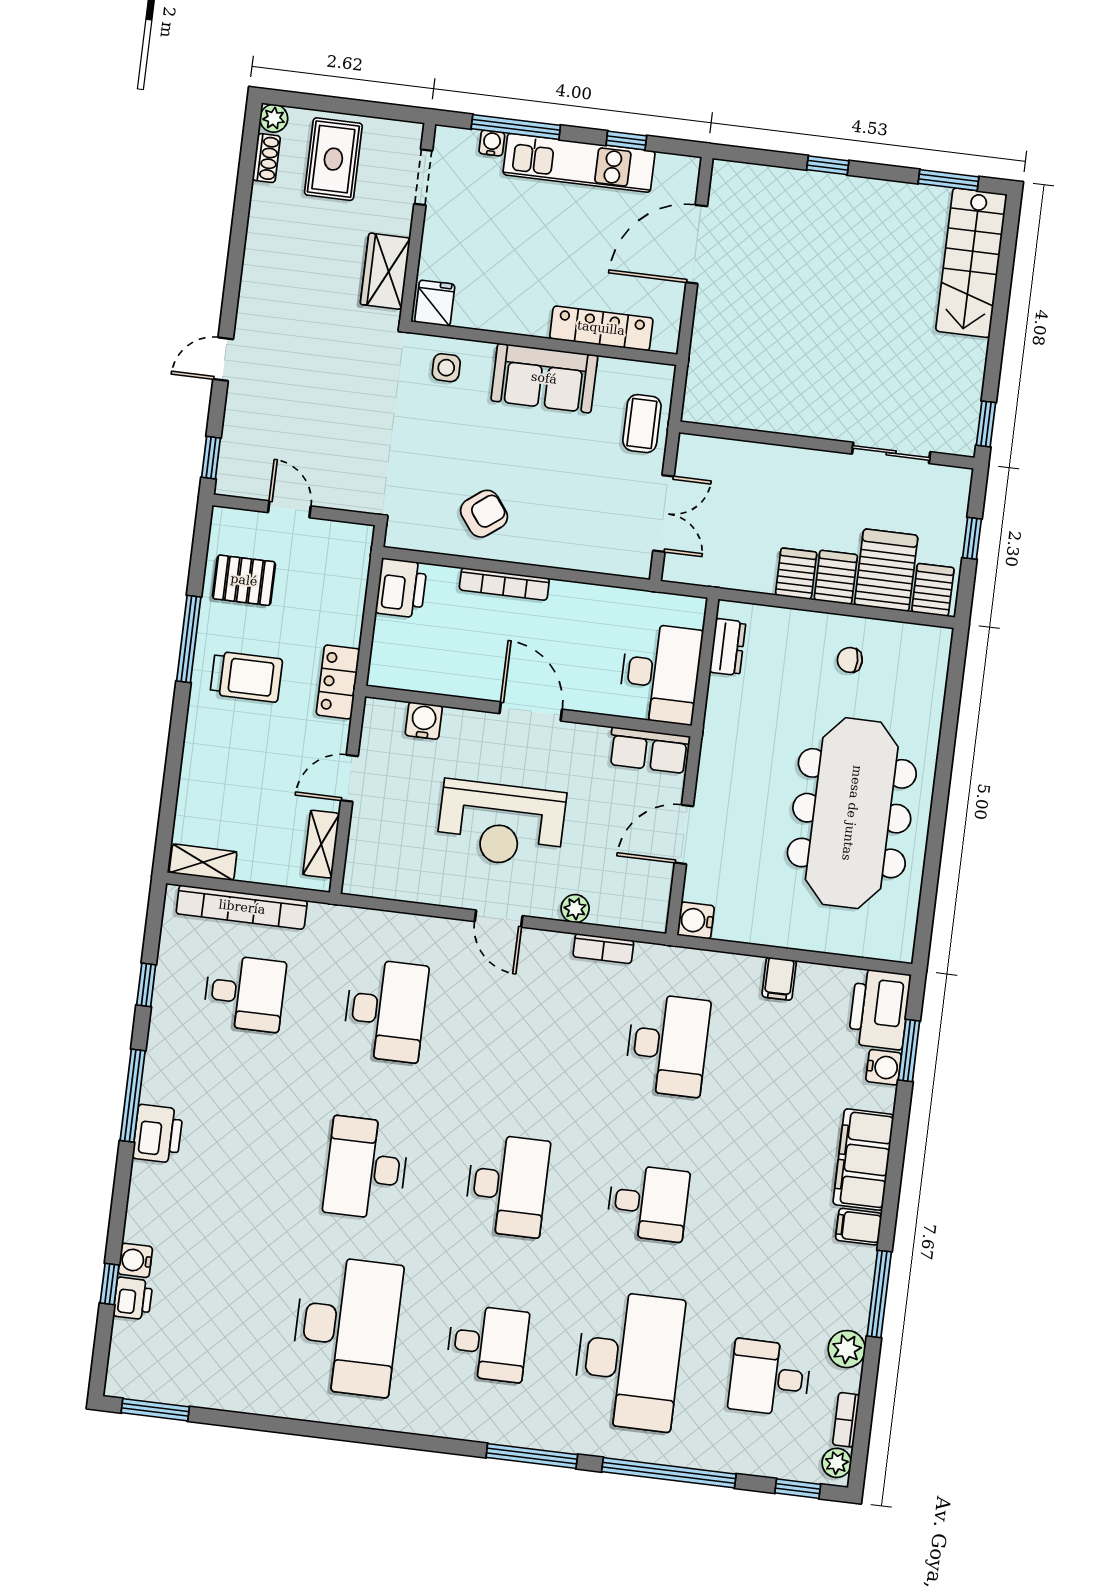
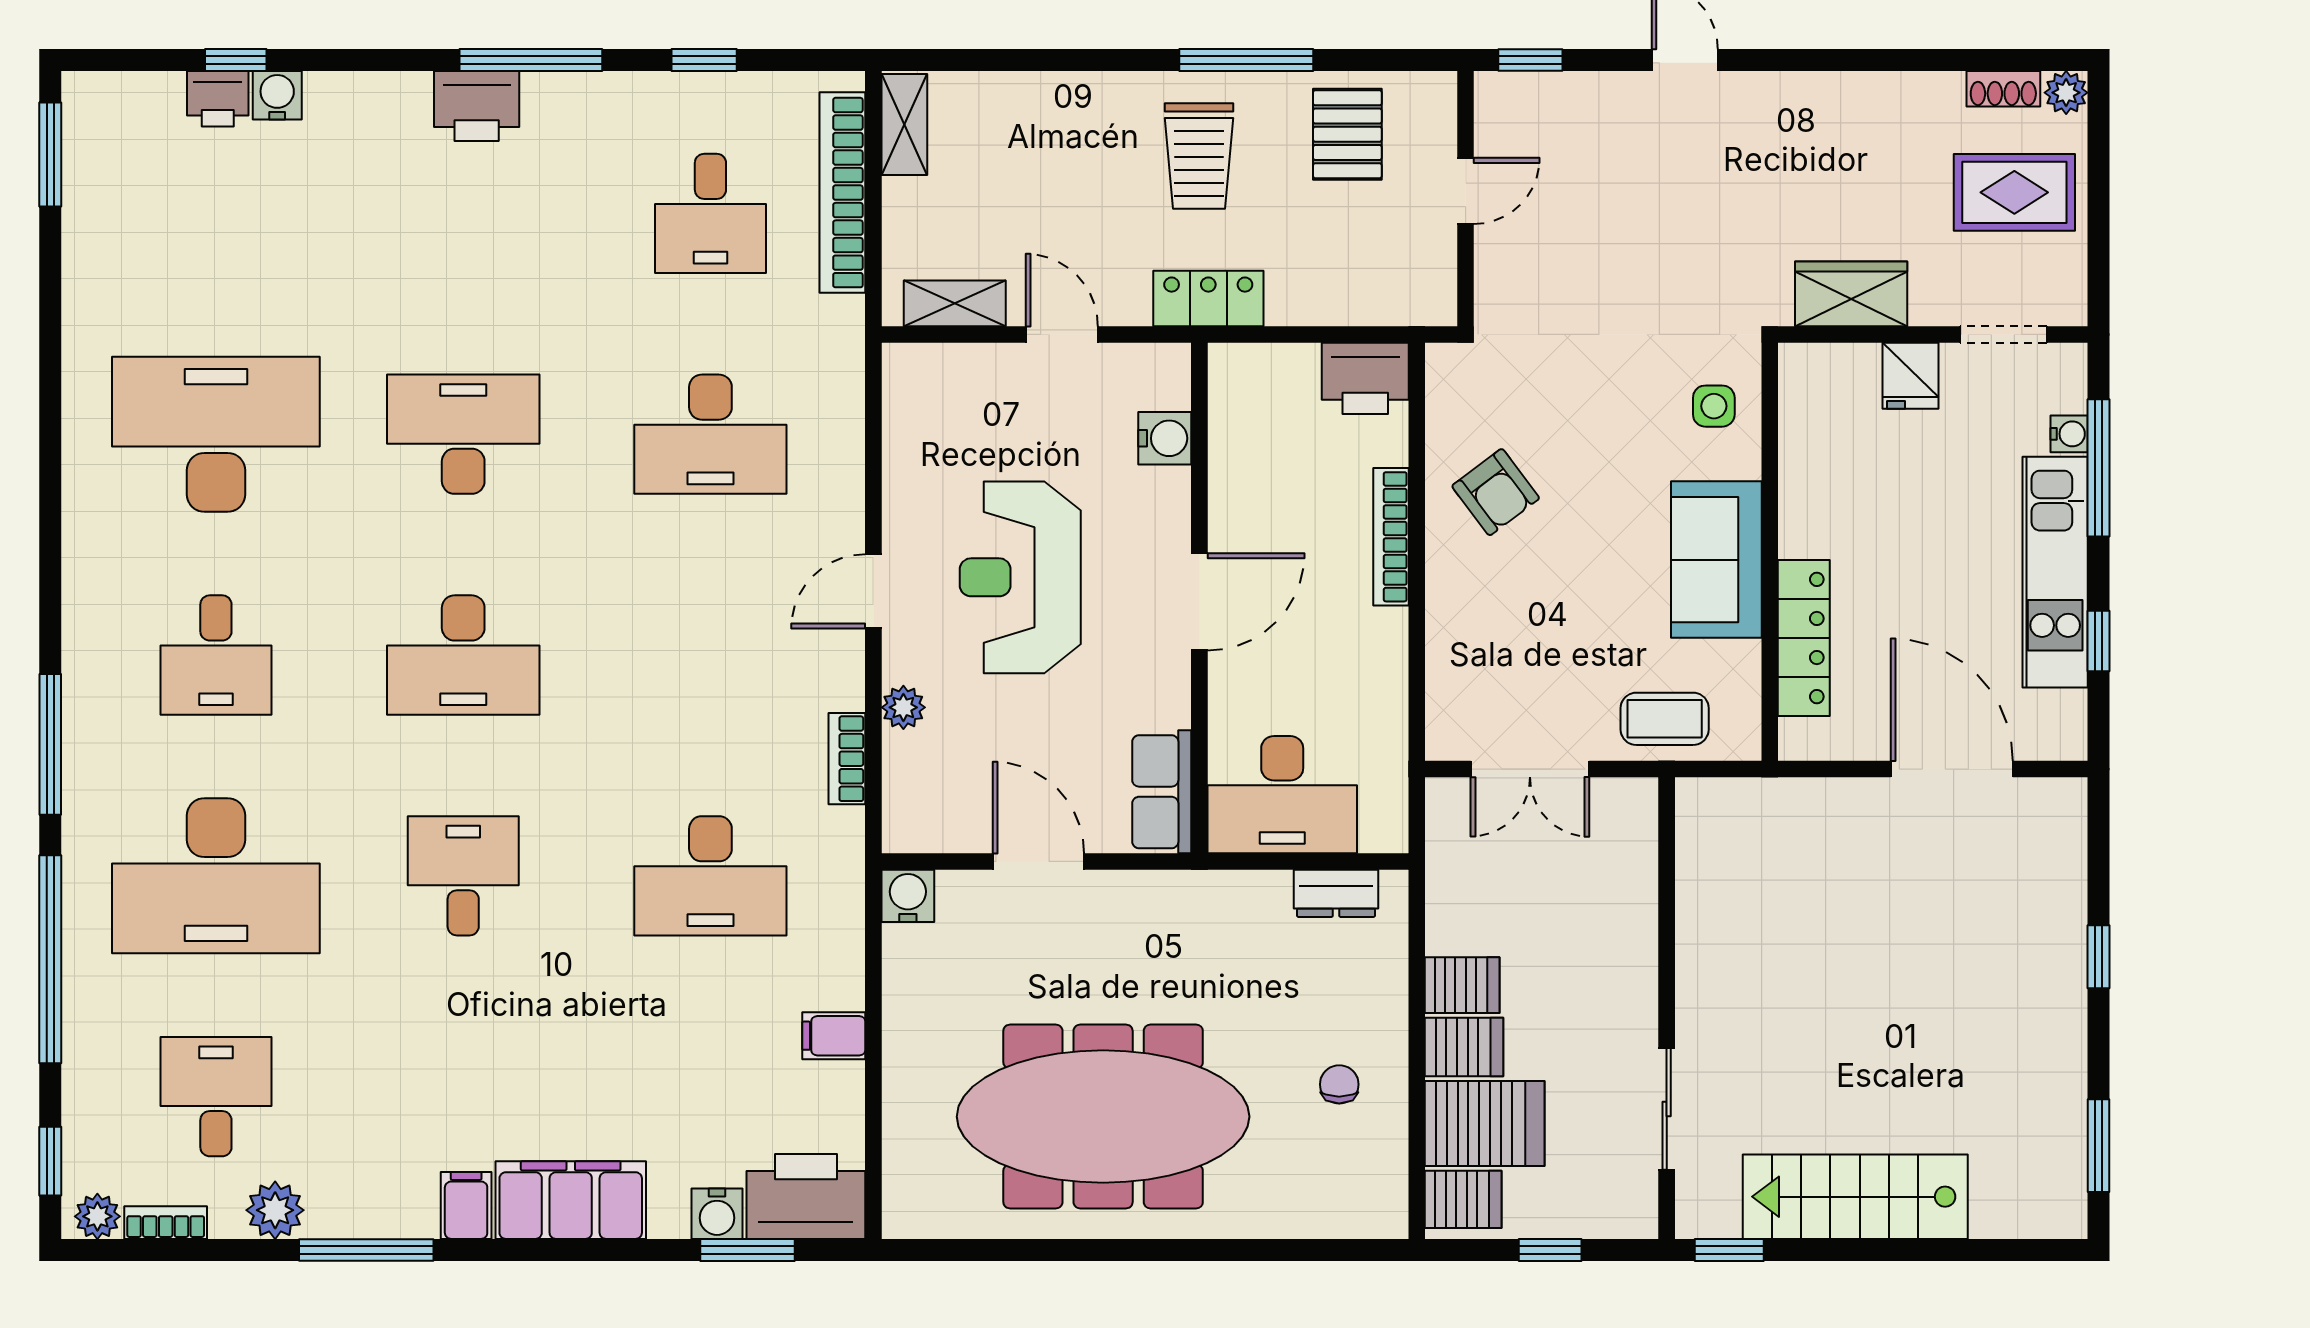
stairs: (971, 263) -> (1855, 1197), moved
fridge: (435, 303) -> (1911, 376), moved, turned 90
desk: (648, 1203) -> (463, 876), turned 180
desk: (347, 1326) -> (216, 434), turned 180

